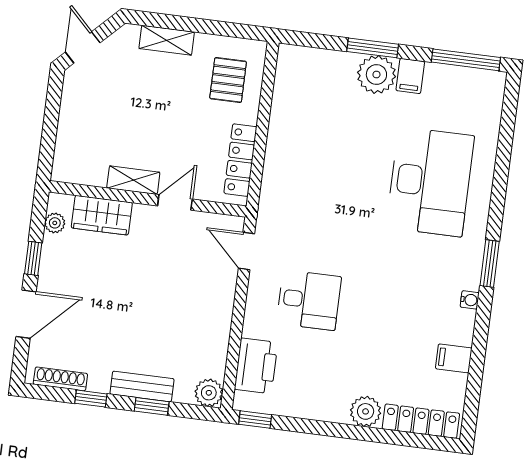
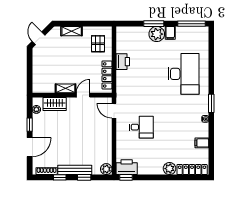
printer: (284, 132) -> (123, 62), added
printer: (256, 366) -> (127, 167), moved, turned -90
bench: (142, 386) -> (75, 170), width x1.36

